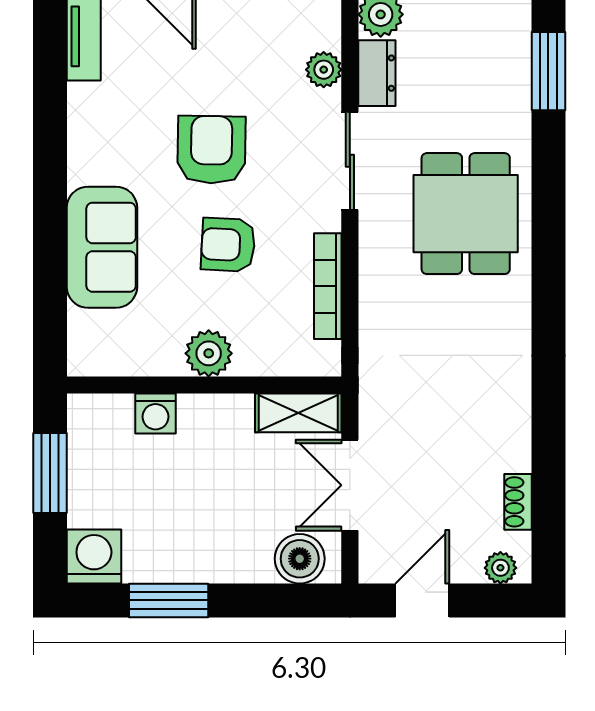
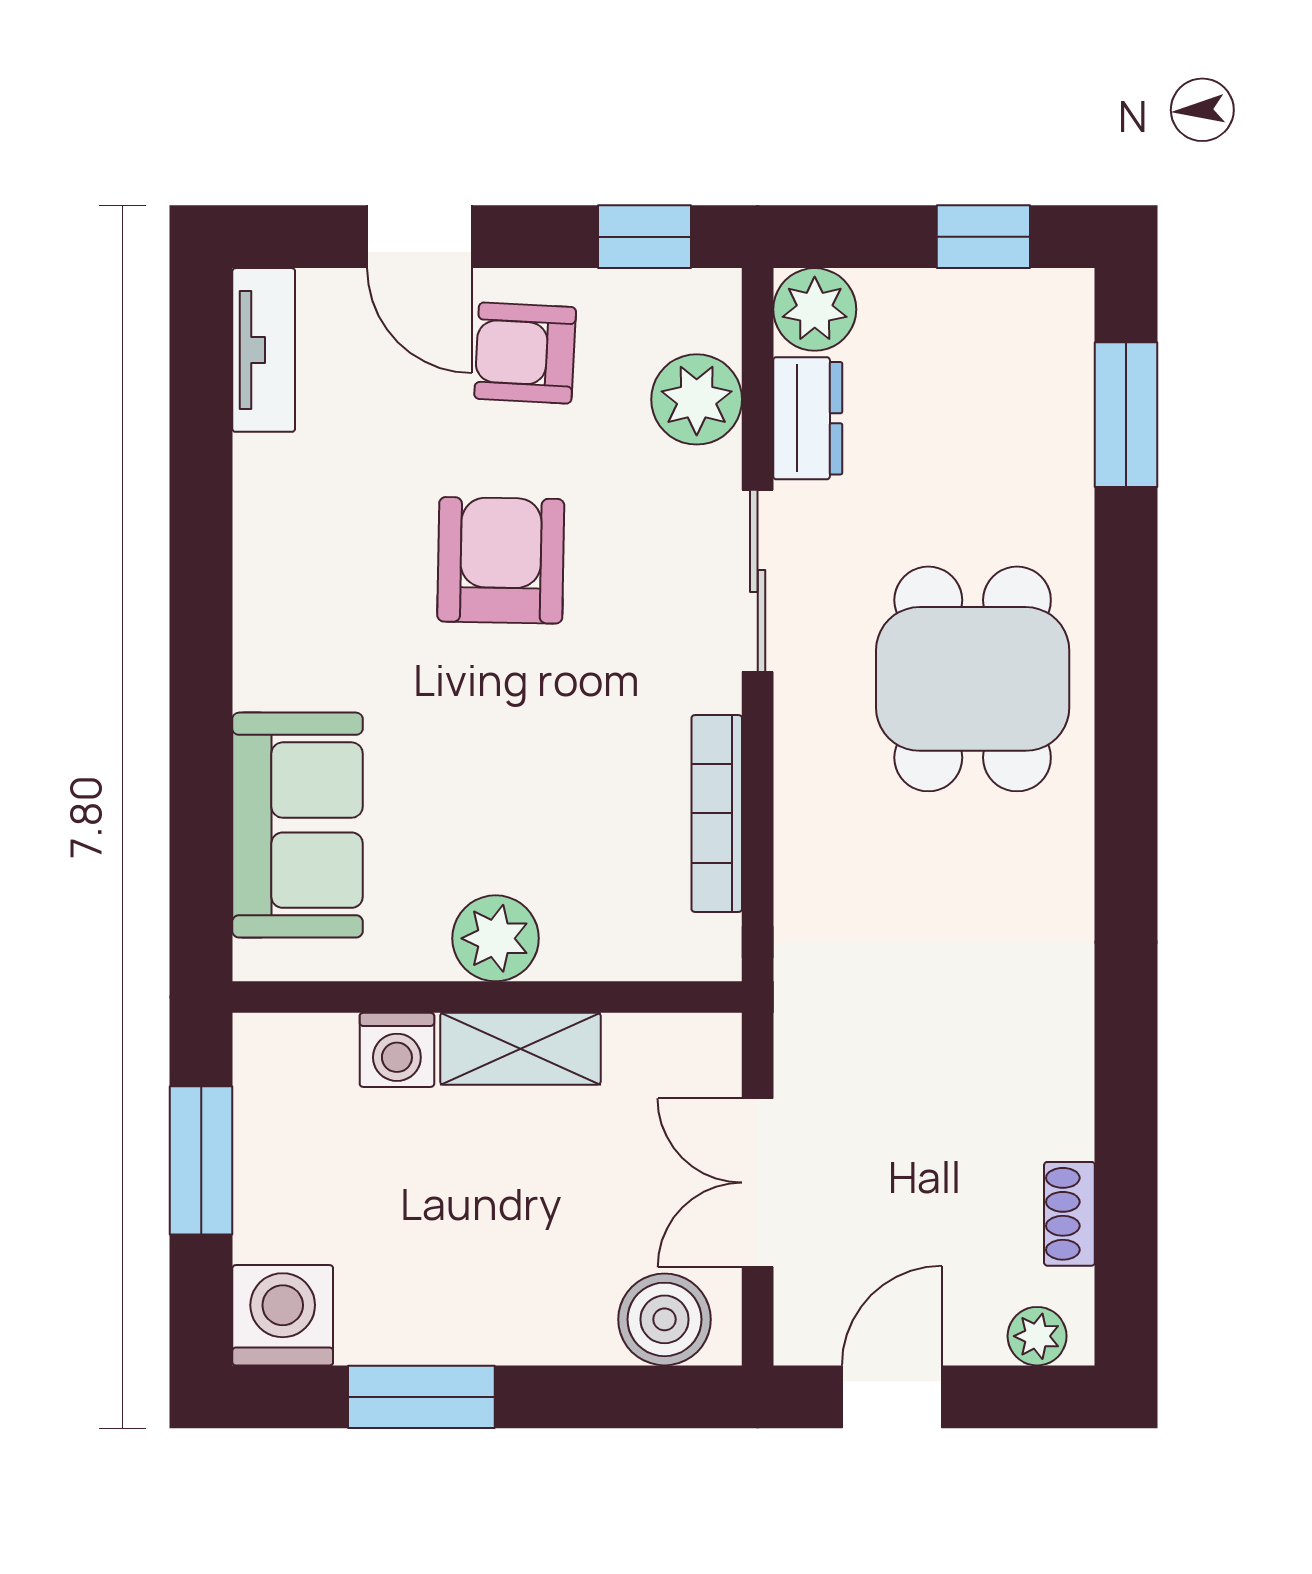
plant: (324, 70) -> (697, 399), width x1.38, depth x1.38
armchair: (228, 245) -> (525, 353), moved
sofa: (102, 247) -> (297, 825), moved
shelving: (298, 413) -> (520, 1049), moved

